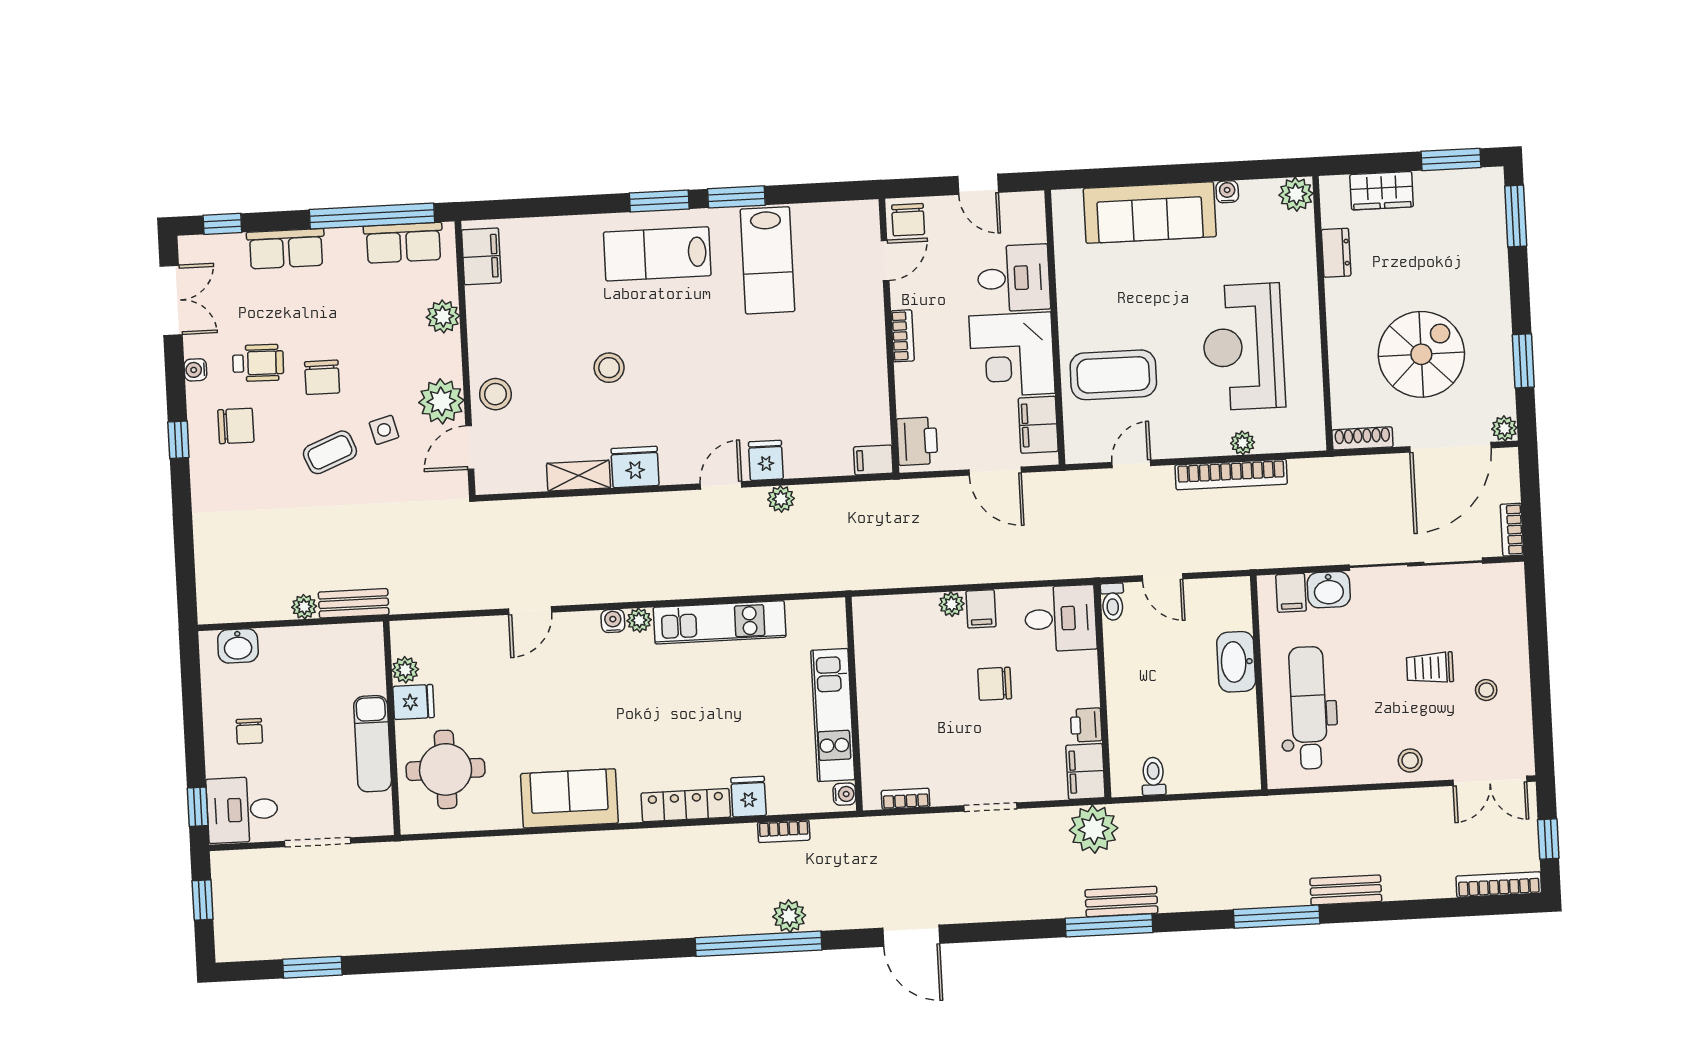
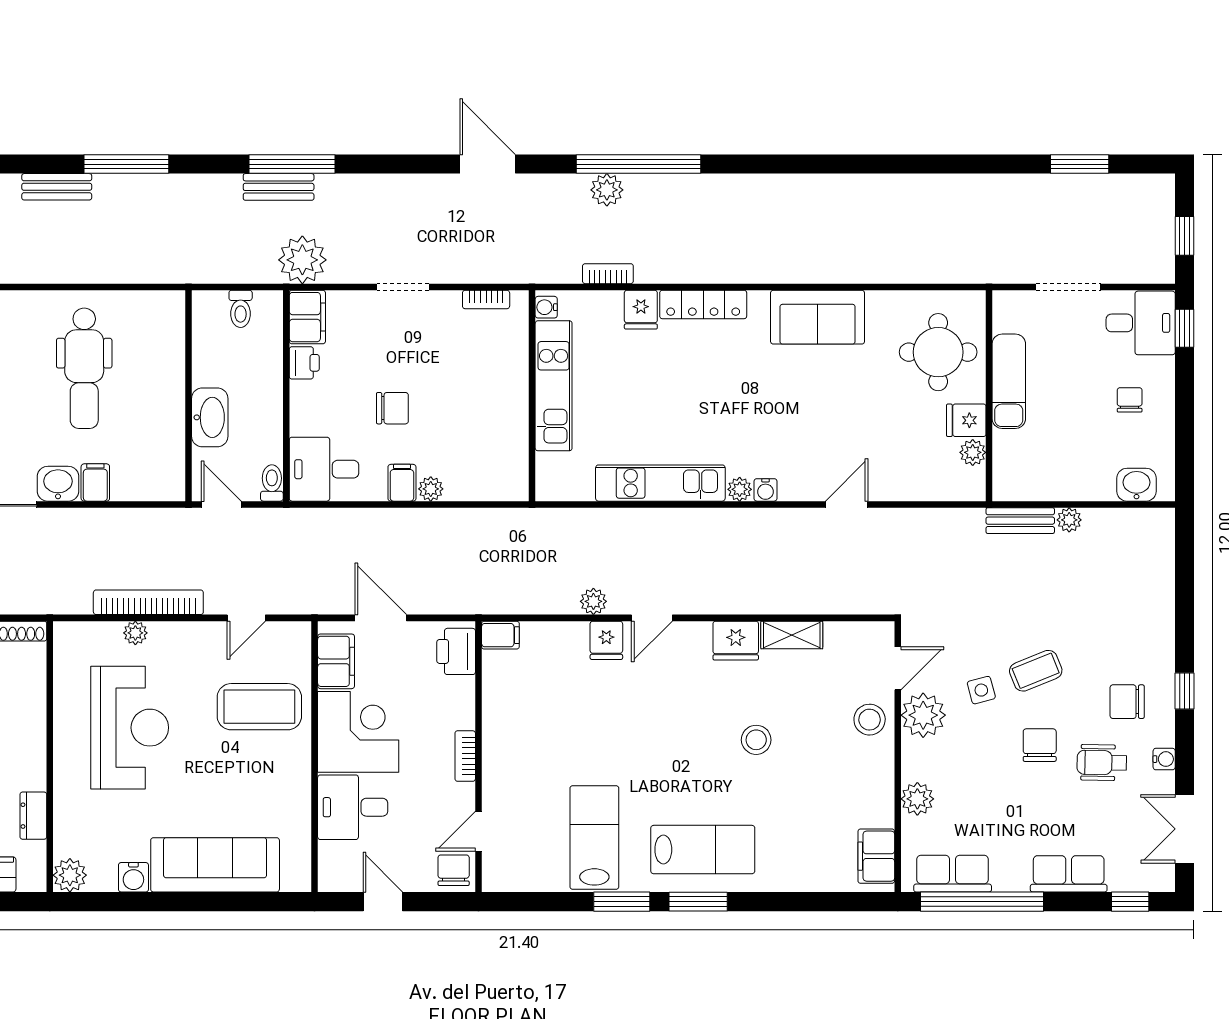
water cooler: (1227, 192) -> (133, 877), width x1.38, depth x1.38
washbasin: (1236, 662) -> (210, 417), moved
wall: (1259, 683) -> (189, 396), moved

